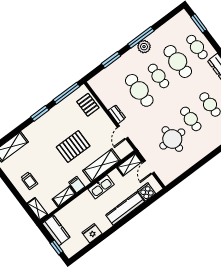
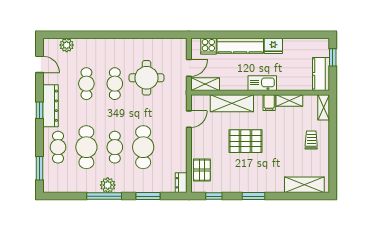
window: (67, 93) -> (214, 196), width x0.46
dresser: (117, 114) -> (181, 183), moved
kitchen sink: (101, 187) -> (262, 83), moved
fridge: (92, 233) -> (273, 46), moved

